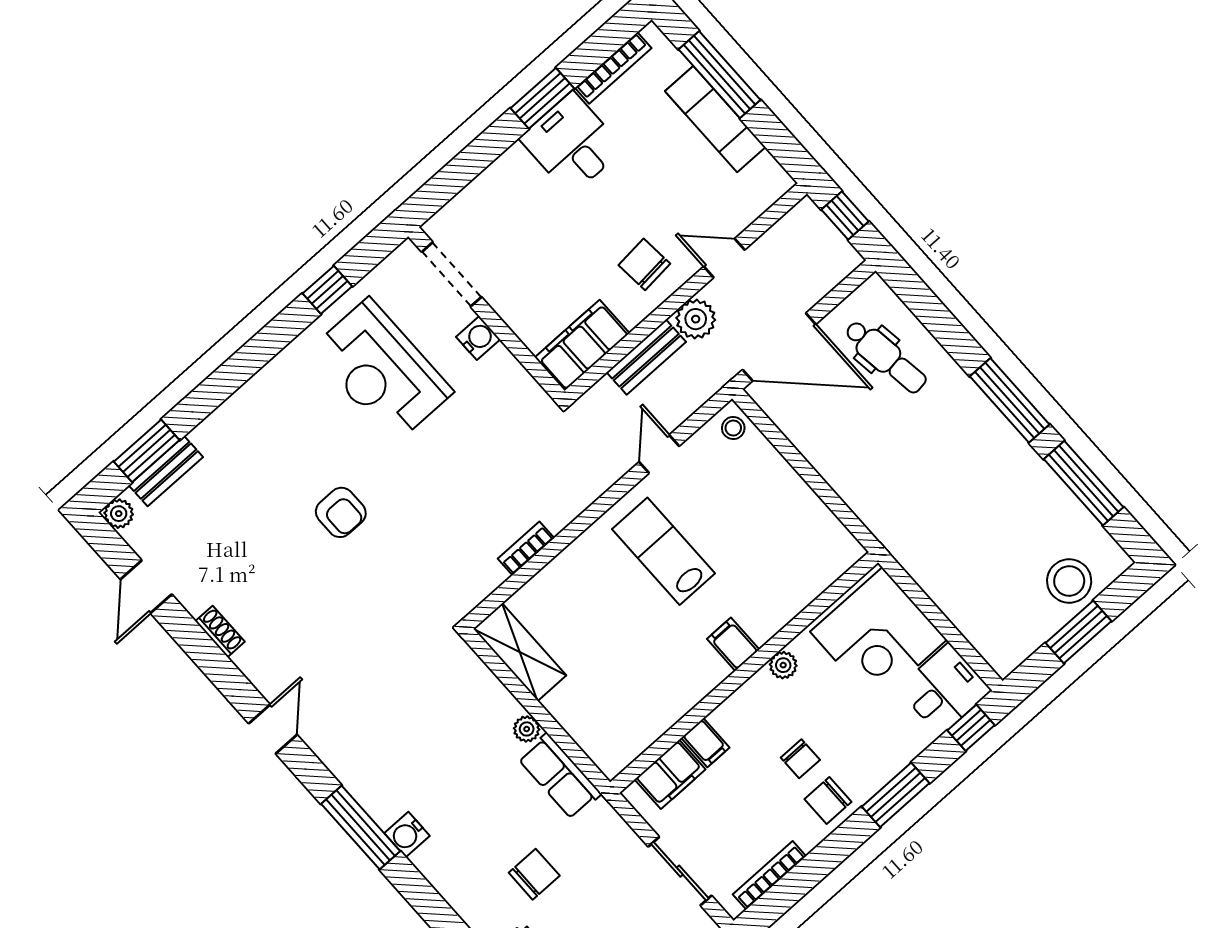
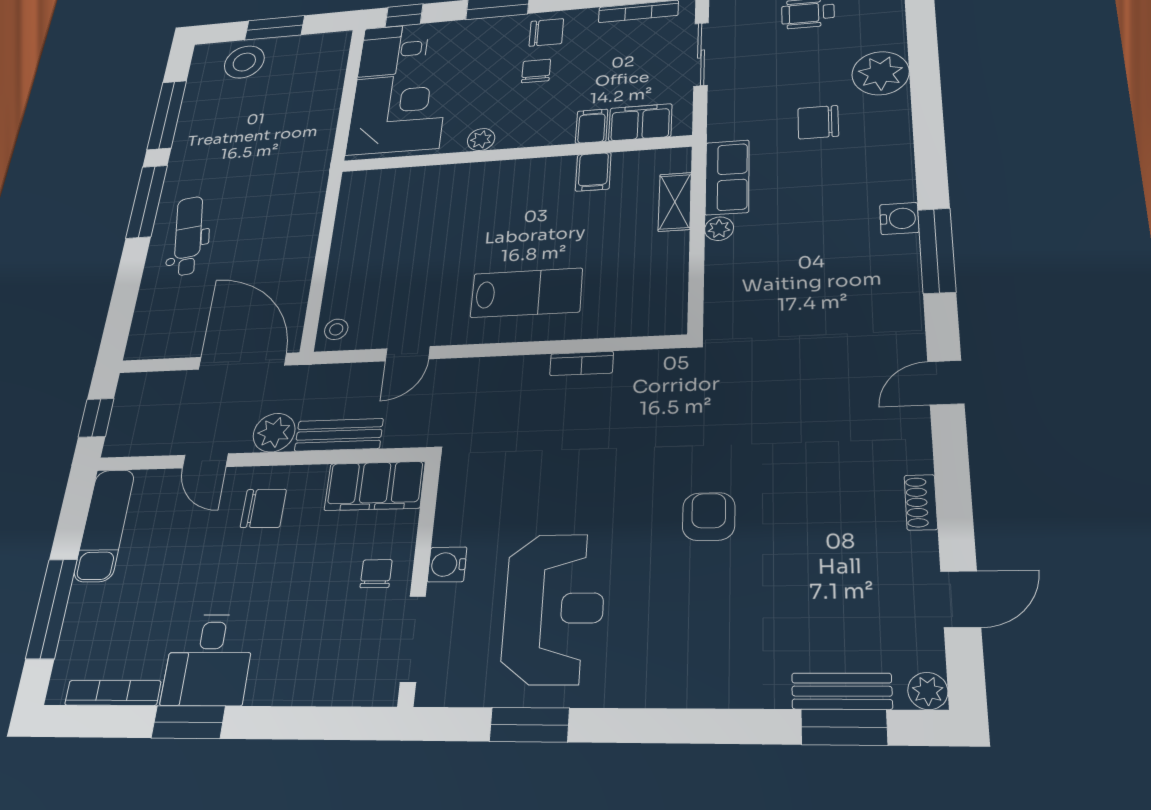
exam couch: (715, 119) -> (104, 525), moved
chair: (644, 264) -> (263, 508), turned -84
window: (327, 290) -> (529, 725), width x1.50
chair: (519, 292) -> (376, 574), added
dental chair: (886, 357) -> (188, 236), moved
lab bench: (663, 551) -> (526, 293), moved, turned -90
filing cabinet: (733, 644) -> (593, 172), moved
shelving: (520, 652) -> (675, 202), moved, width x0.67, depth x0.75

